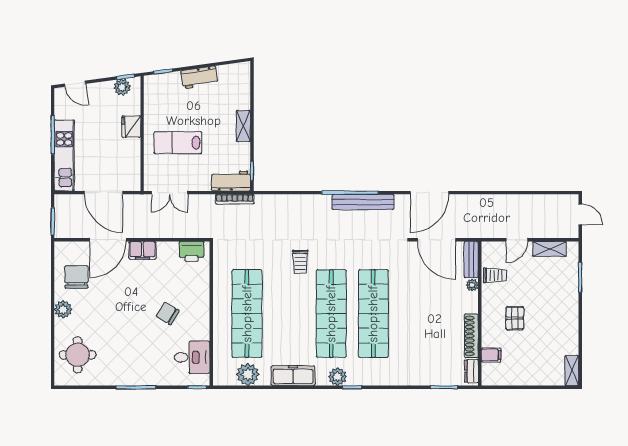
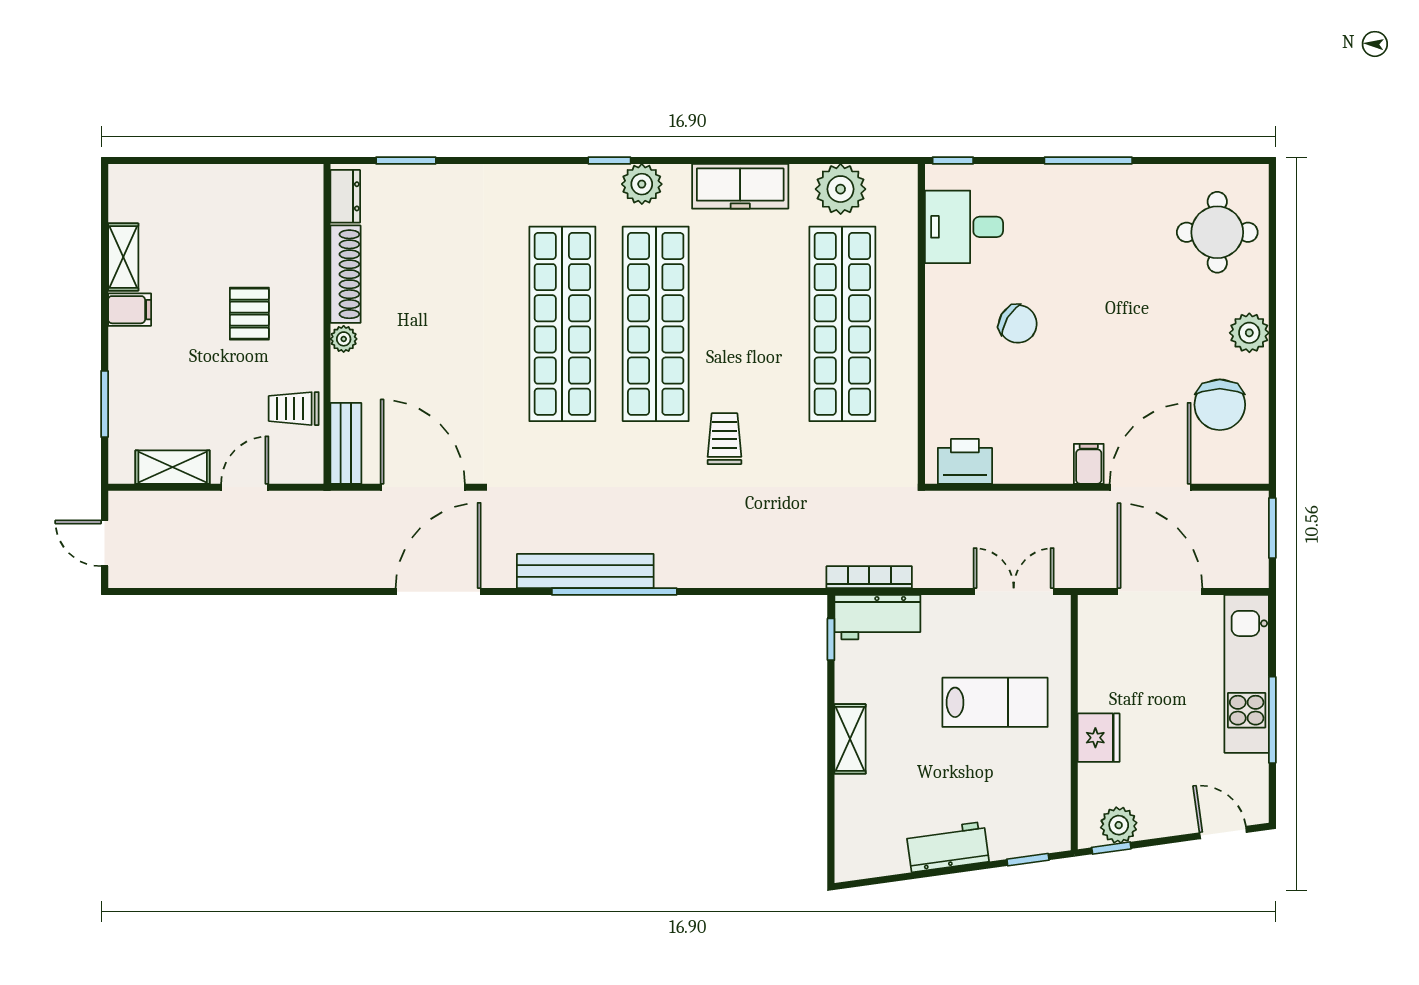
filing cabinet: (142, 250) -> (1089, 464), width x0.50
plant: (472, 285) -> (344, 339), moved
filing cabinet: (491, 355) -> (130, 310), moved, turned 180
shelving: (572, 371) -> (123, 257), moved

